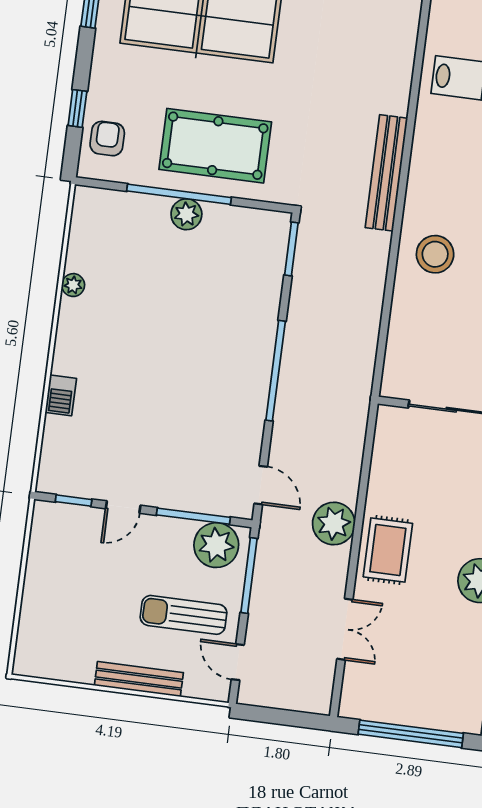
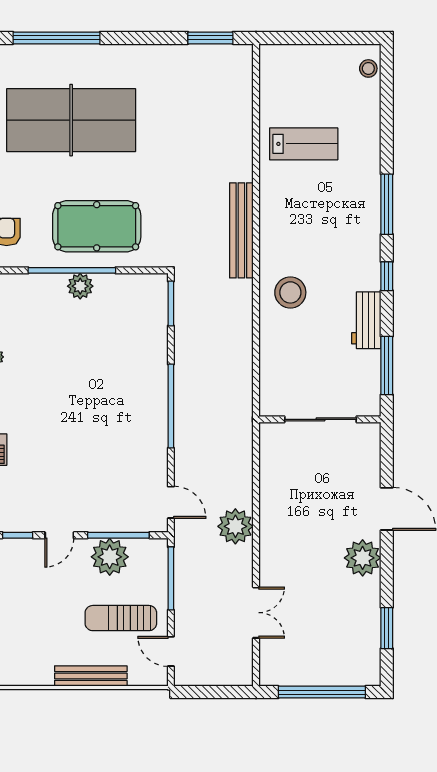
plant: (216, 545) -> (110, 557), moved
rug: (388, 550) -> (283, 542), removed

